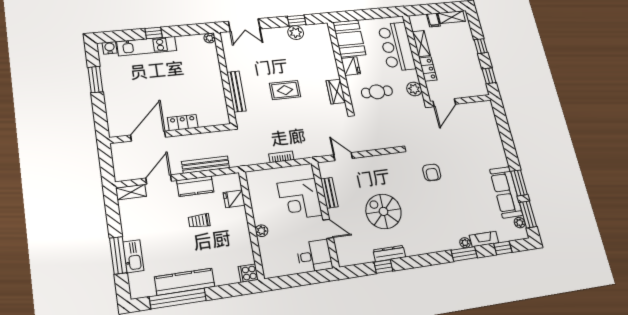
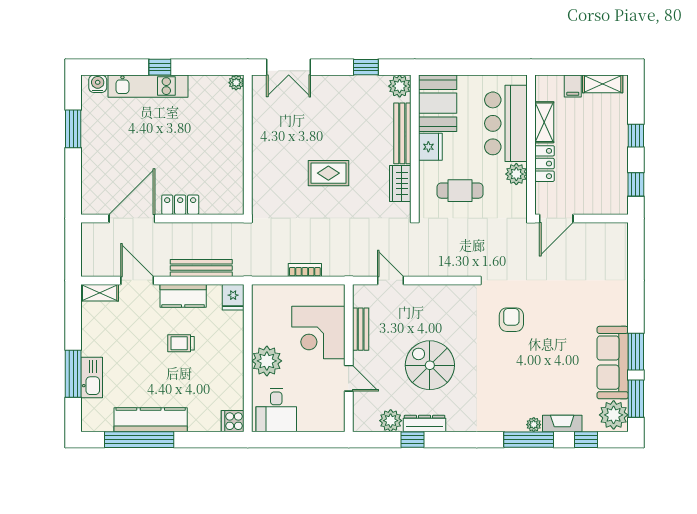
plant: (296, 33) -> (400, 86), moved
plant: (414, 89) -> (516, 174), moved
bench: (236, 91) -> (402, 133), moved
armchair: (432, 172) -> (511, 320), turned 180
door: (159, 180) -> (137, 280), hinge flipped
fridge: (234, 199) -> (233, 297), moved, turned -90
plant: (520, 223) -> (614, 415), width x1.88, depth x1.88
plant: (262, 231) -> (267, 361), width x1.88, depth x1.88
window: (464, 254) -> (529, 440), width x1.44
plant: (365, 255) -> (391, 421), added
desk: (314, 256) -> (276, 410), moved, turned 90

